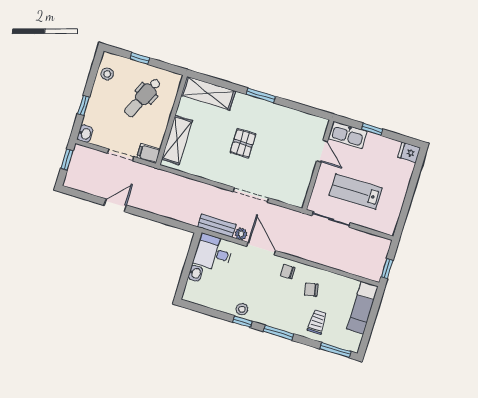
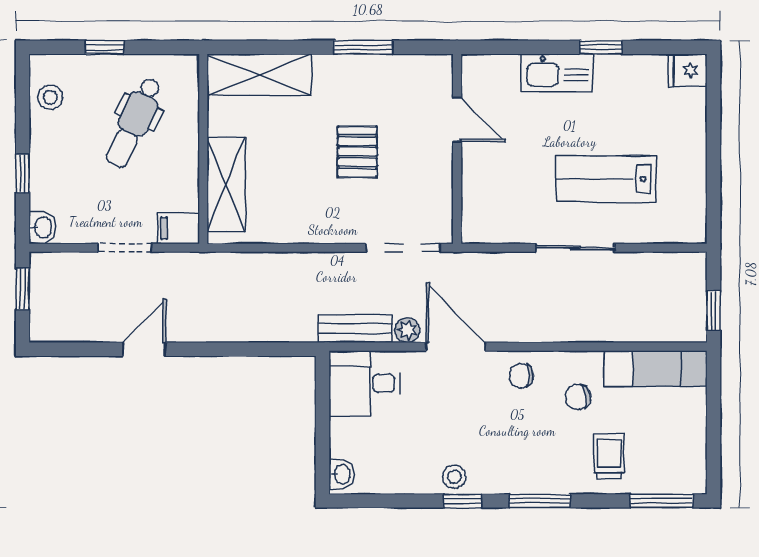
door: (322, 151) -> (457, 120), moved
wall: (318, 165) -> (457, 149), moved
washbasin: (195, 273) -> (342, 474), moved
exam couch: (362, 308) -> (656, 369), moved, turned -90

